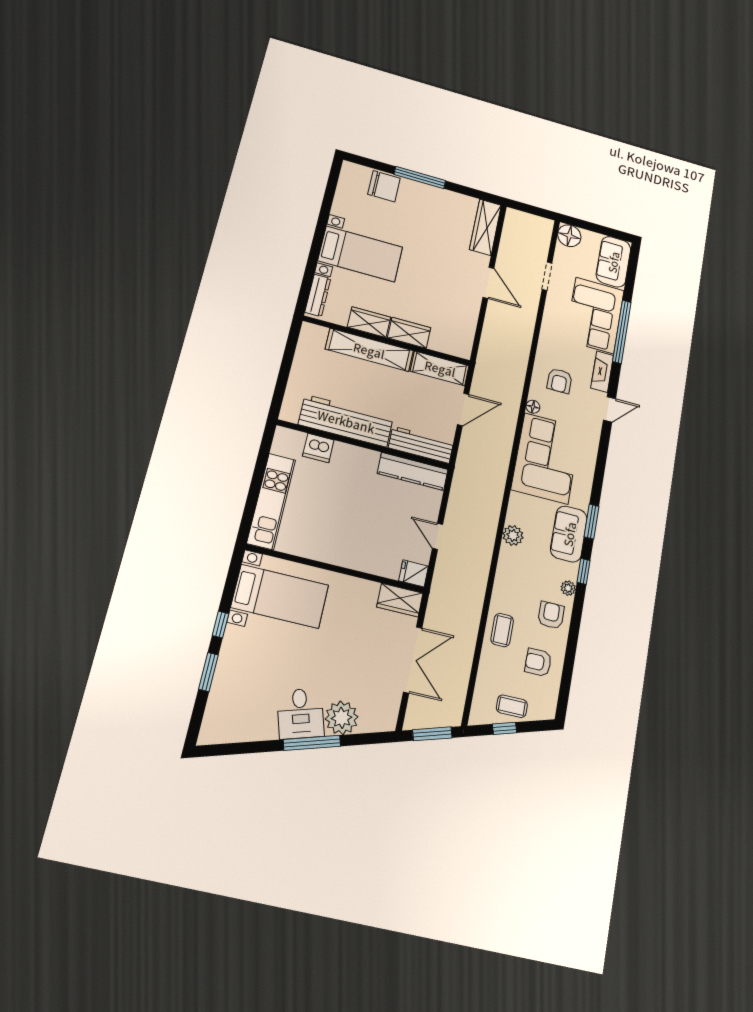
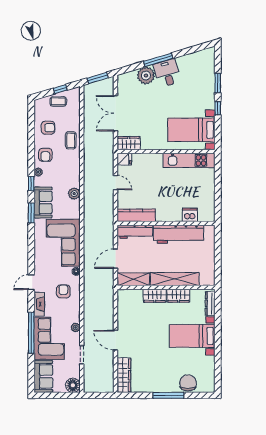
chair: (384, 186) -> (188, 383), turned 90
plant: (550, 320) -> (76, 327), added
kitchen unit: (271, 501) -> (189, 160), moved, turned -90

